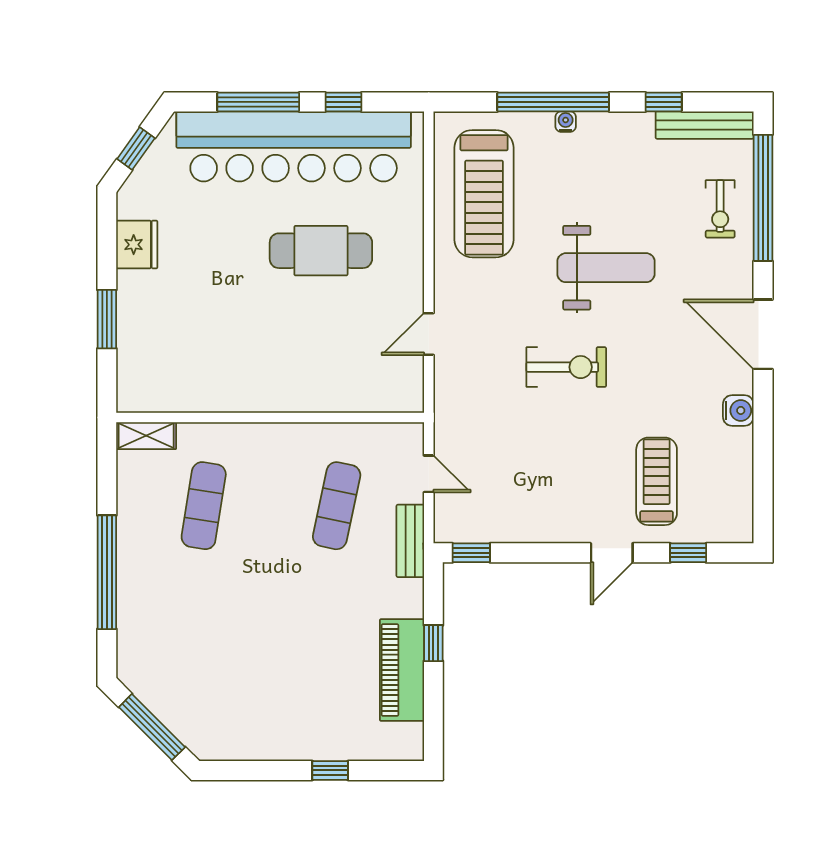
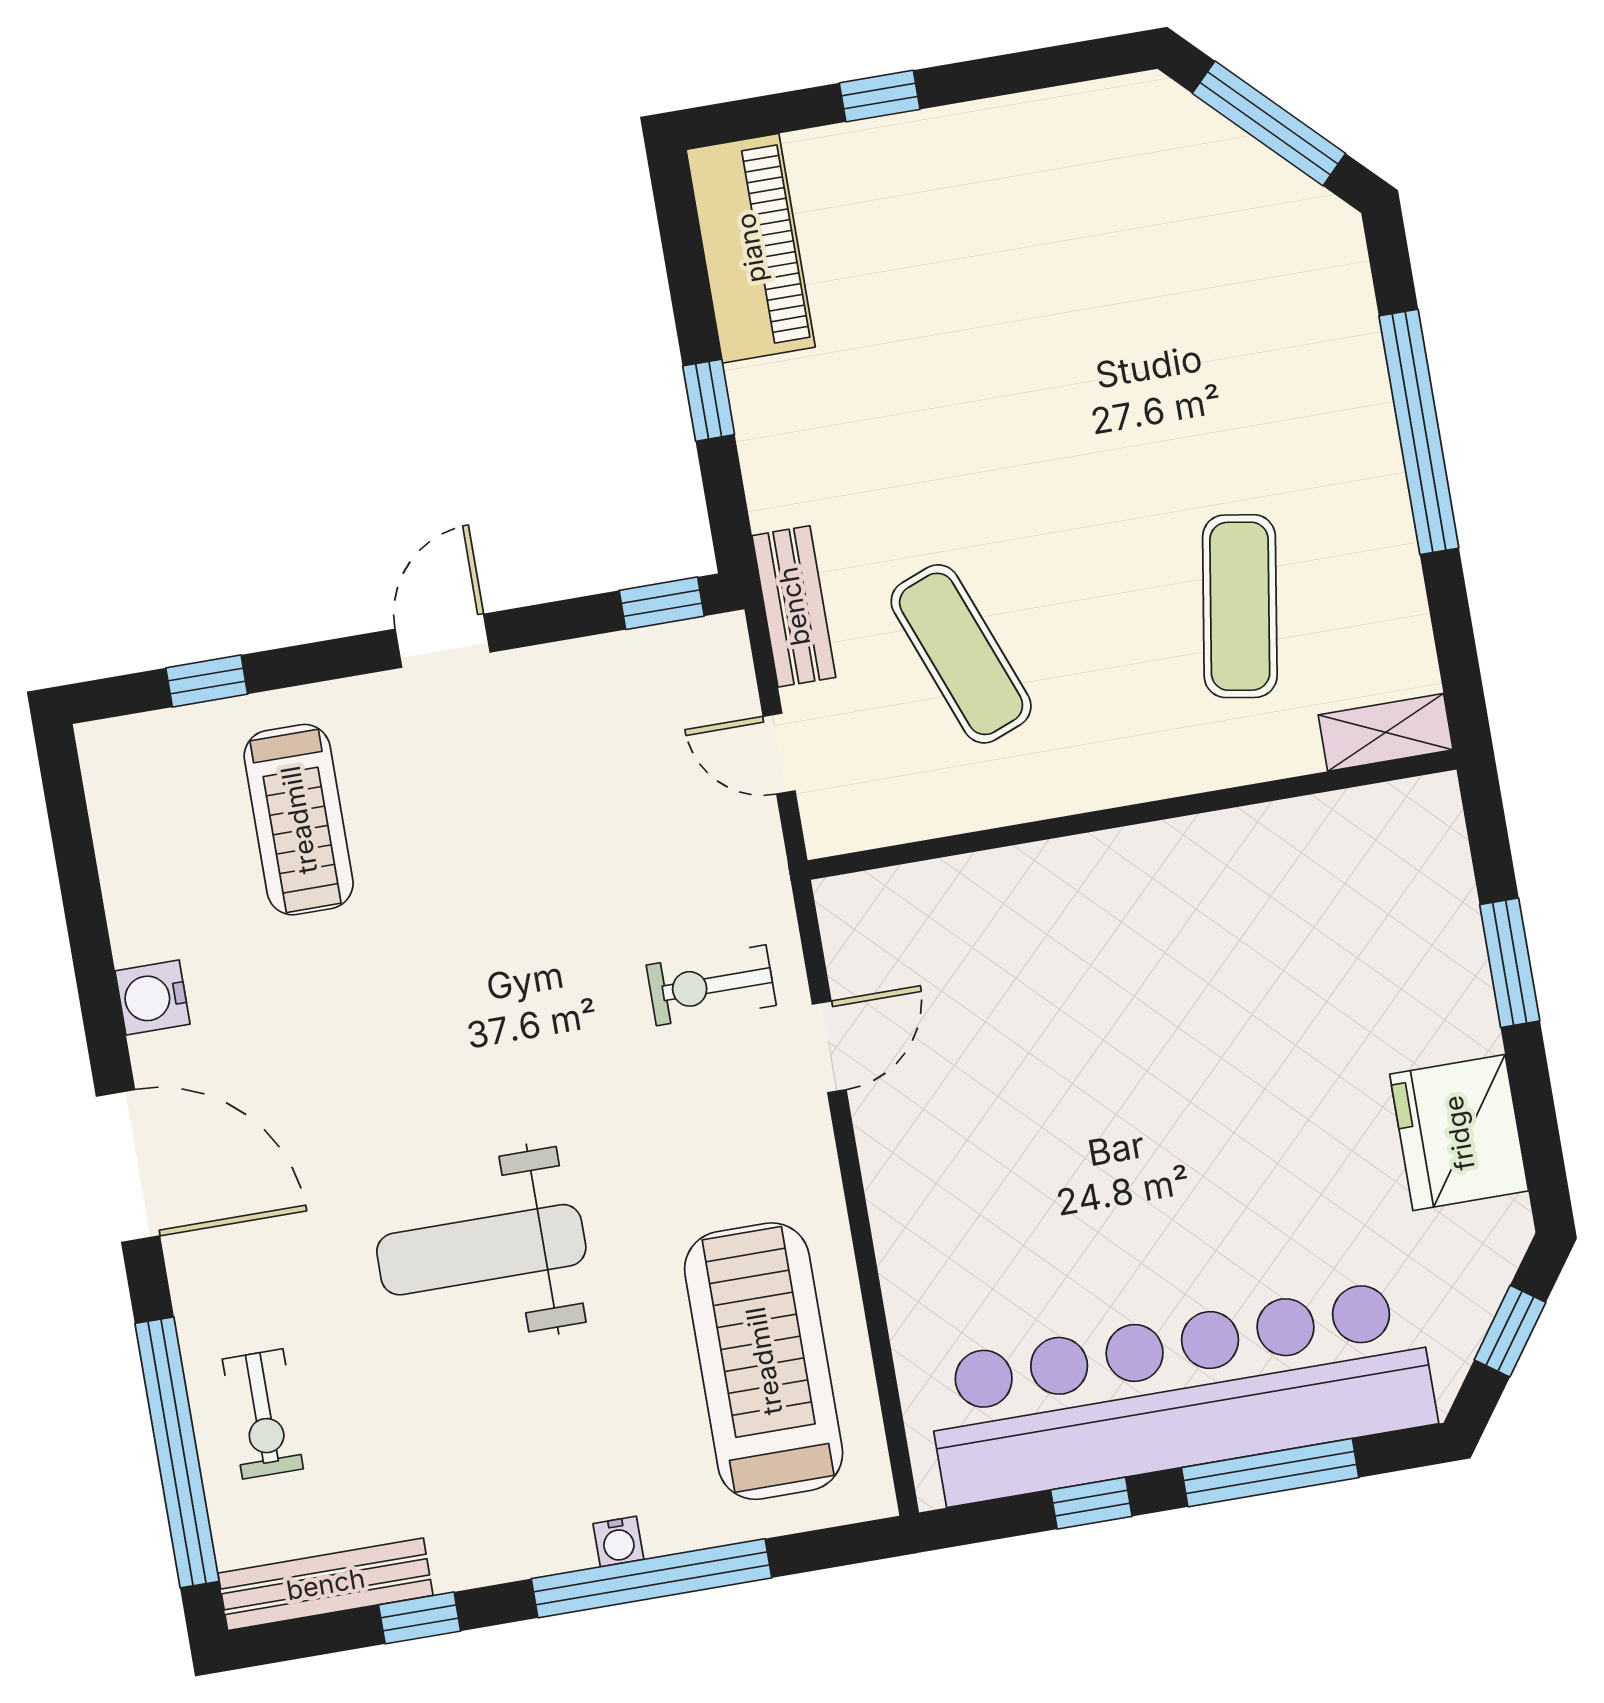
exercise bike: (720, 209) -> (263, 1414), turned 180
fridge: (137, 245) -> (1459, 1133), width x1.36, depth x1.34
cafe table: (321, 251) -> (1085, 1183), removed
exercise bike: (566, 367) -> (711, 985), moved, width x0.73, depth x0.72
exercise mat: (337, 506) -> (961, 654), turned -33
door: (612, 553) -> (443, 641), moved
piano: (402, 670) -> (751, 248), moved

